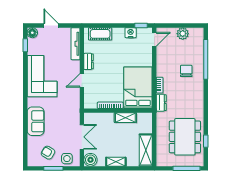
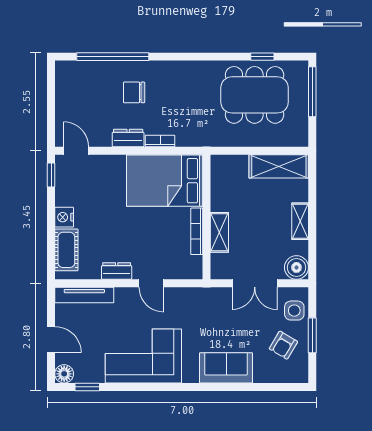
door: (51, 26) -> (51, 340), swing flipped
nightstand: (131, 33) -> (64, 217), moved
plant: (183, 34) -> (66, 99), removed
dresser: (161, 103) -> (128, 138), moved
shelving: (125, 118) -> (219, 232), moved
double door: (82, 137) -> (255, 283), swing flipped

